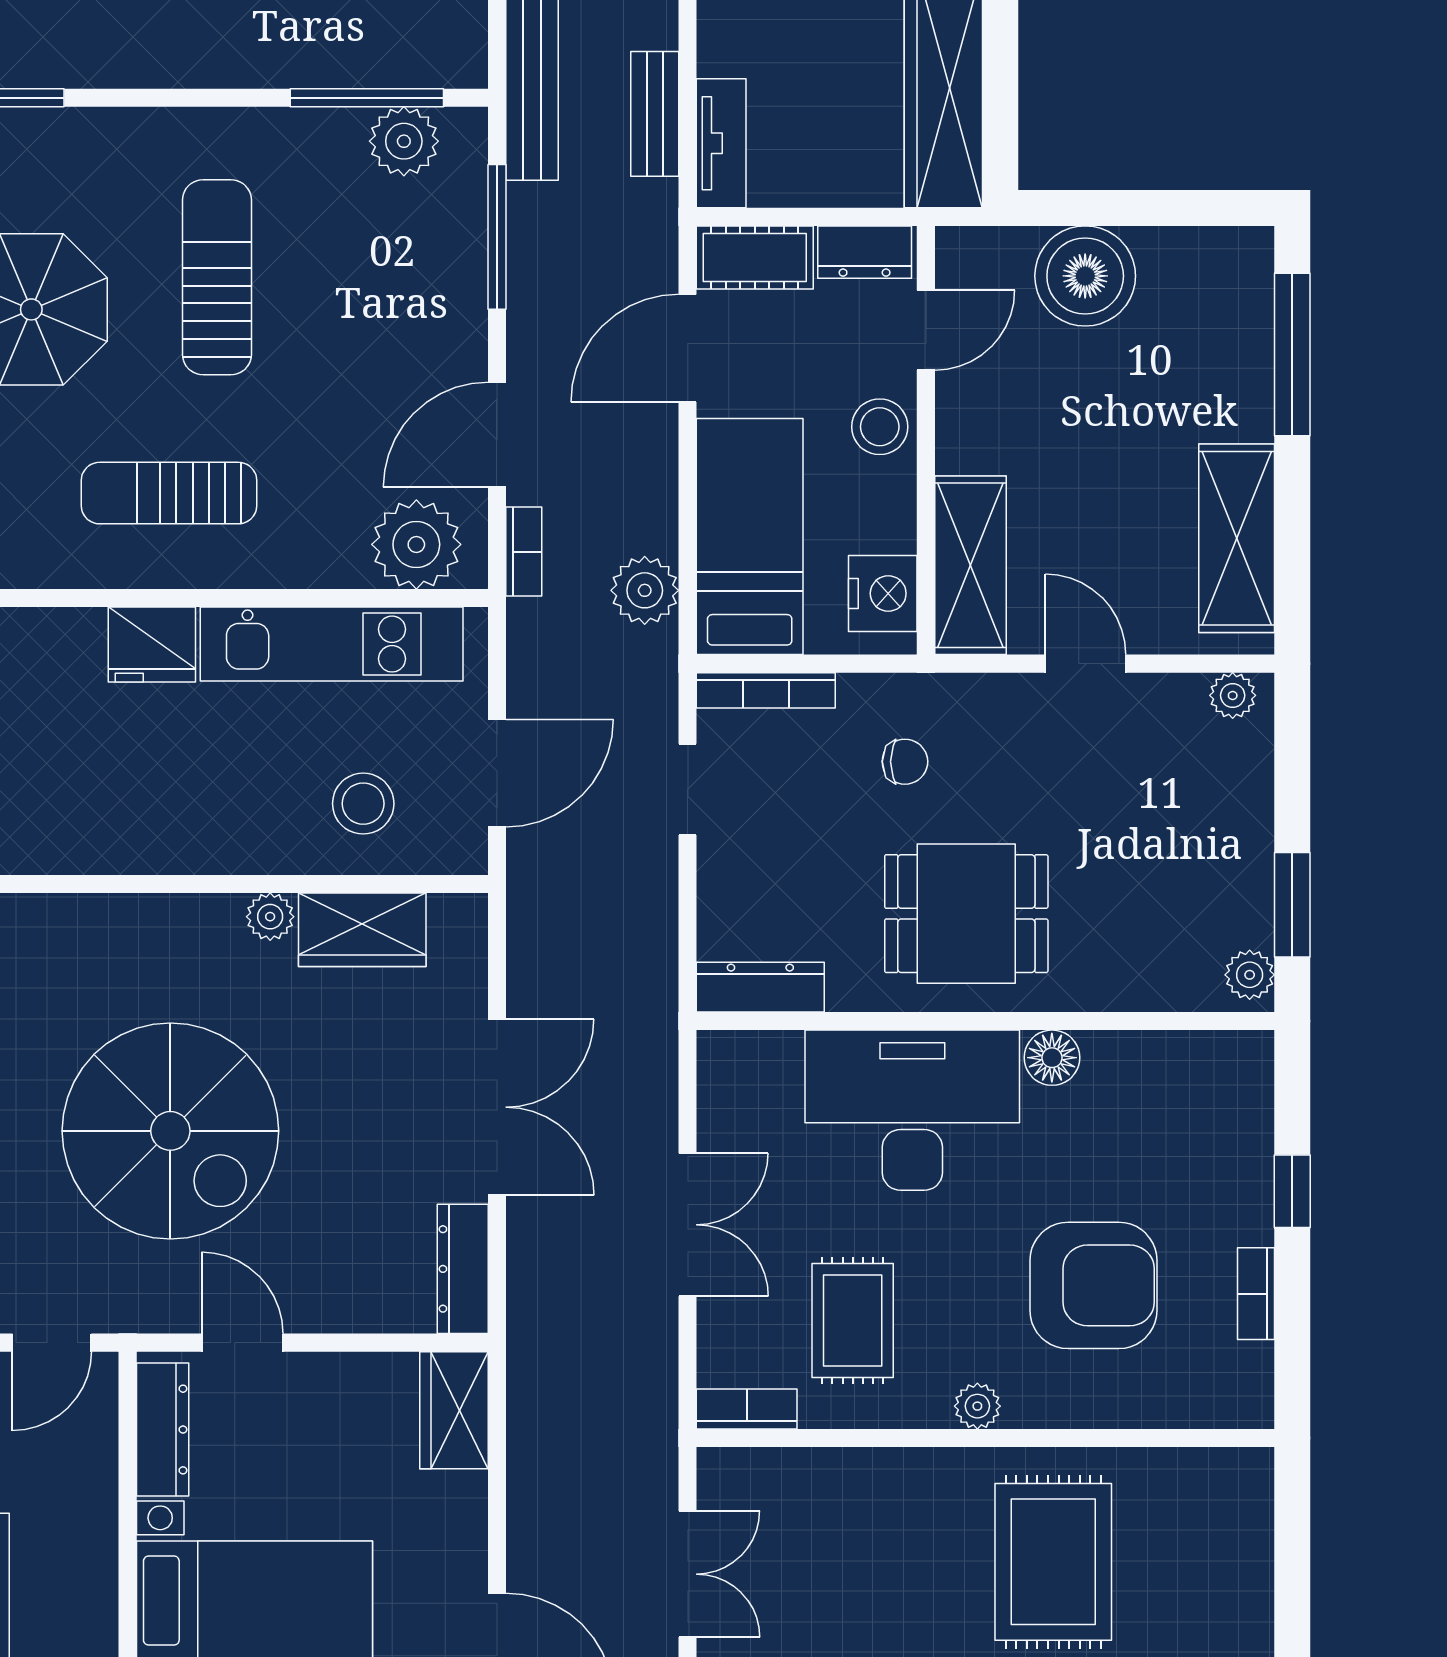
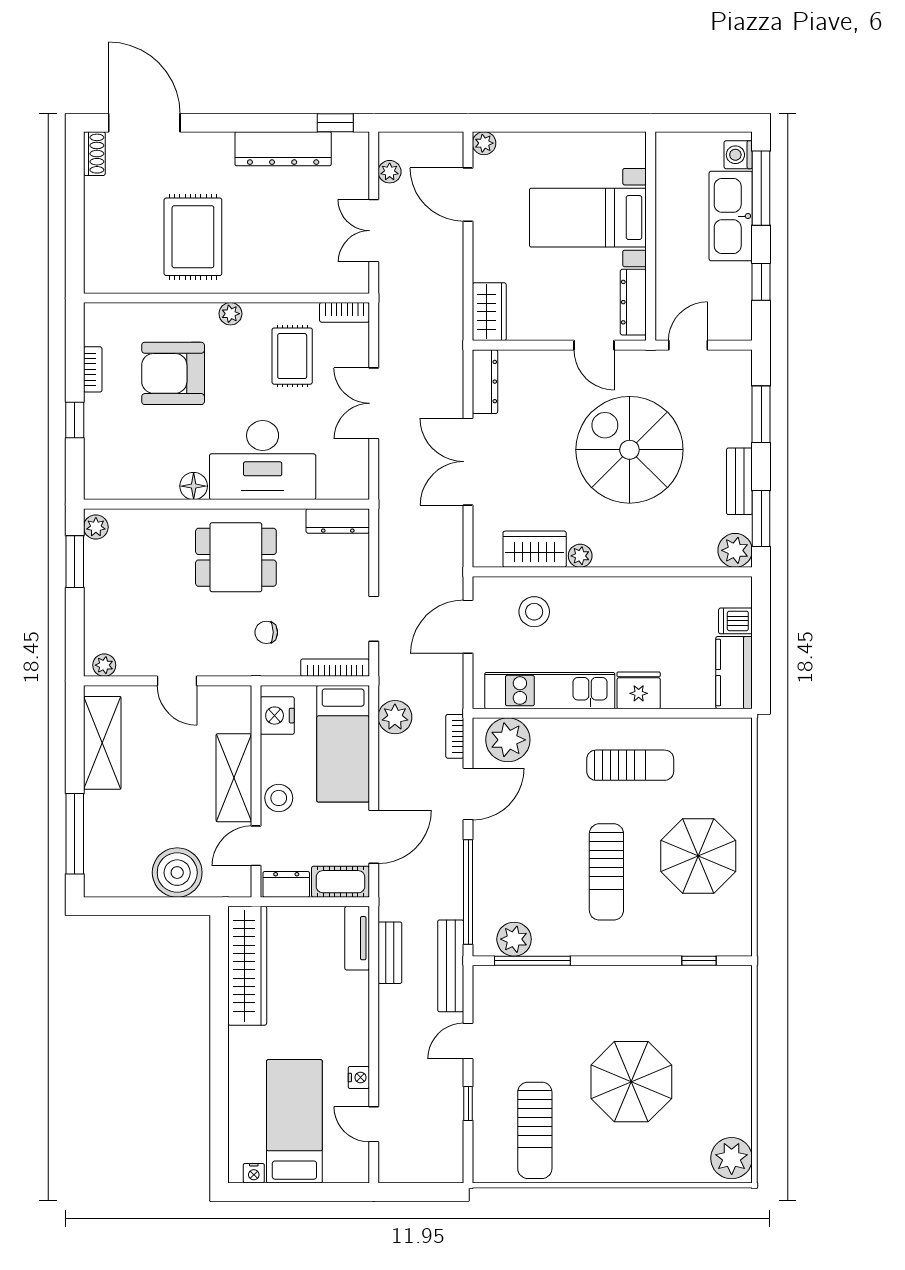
window: (497, 237) -> (468, 892), width x1.46
shelving: (971, 565) -> (234, 778), moved

